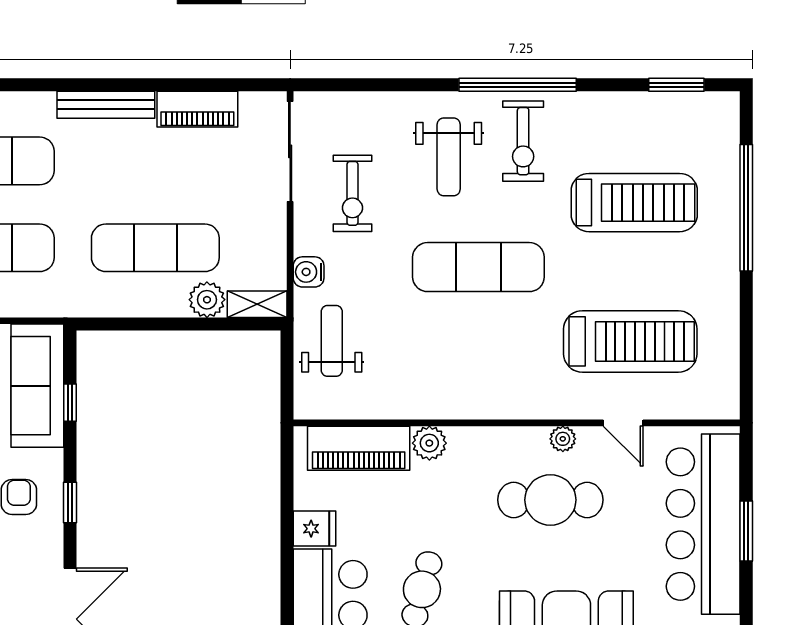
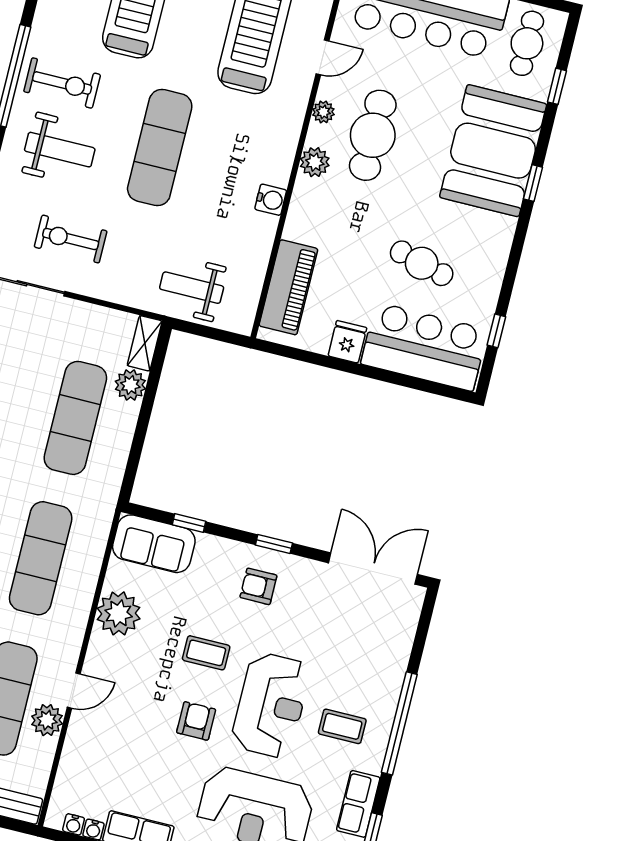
exercise bike: (352, 193) -> (71, 239), turned 180
water cooler: (309, 272) -> (271, 200), moved, turned -90
sofa: (37, 386) -> (154, 544), width x0.73
plant: (429, 443) -> (315, 162), moved

